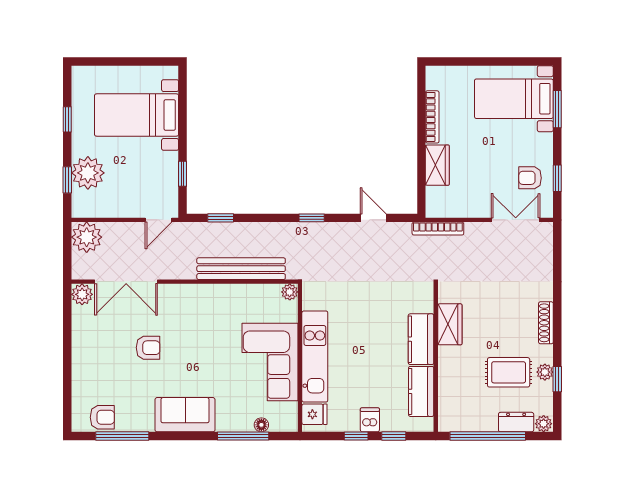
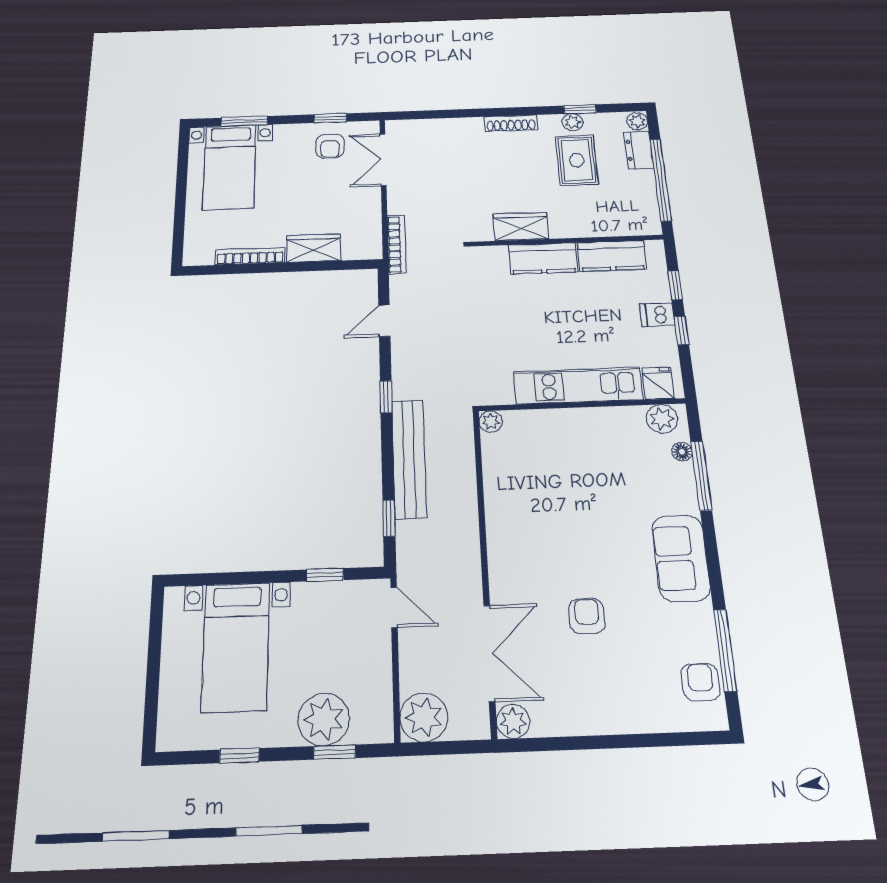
bench: (241, 269) -> (409, 458), moved
corner sofa: (270, 362) -> (592, 444), removed
plant: (287, 414) -> (662, 419), added

